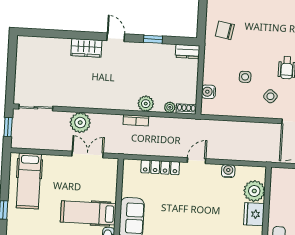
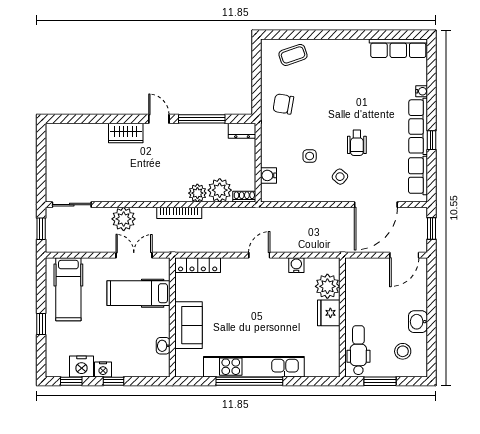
window: (153, 39) -> (202, 119), width x2.17
plant: (170, 107) -> (220, 190), width x1.88, depth x1.88
bookcase: (136, 120) -> (179, 213), width x1.56
locker: (160, 167) -> (198, 265), moved
hospital bed: (88, 213) -> (139, 293), moved

